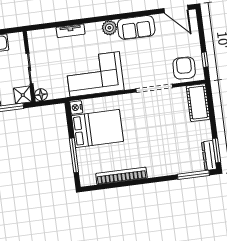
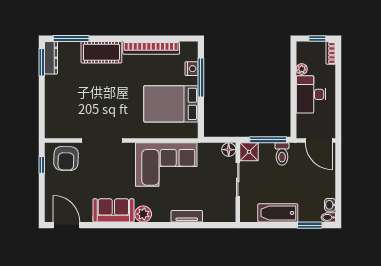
cot: (198, 103) -> (101, 52), moved, turned 90
nightstand: (76, 107) -> (192, 69), moved

